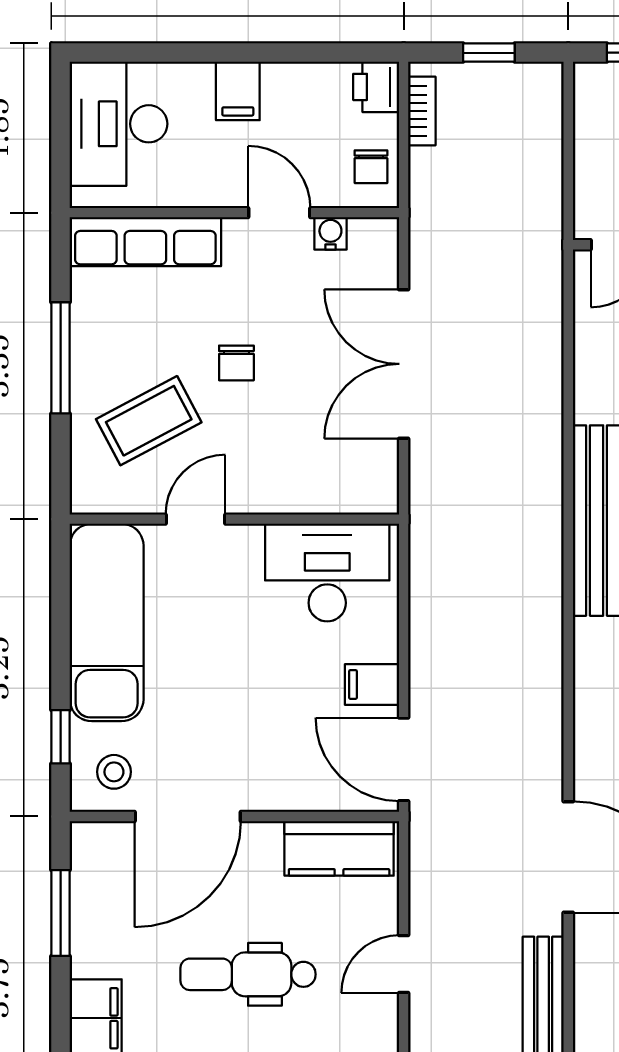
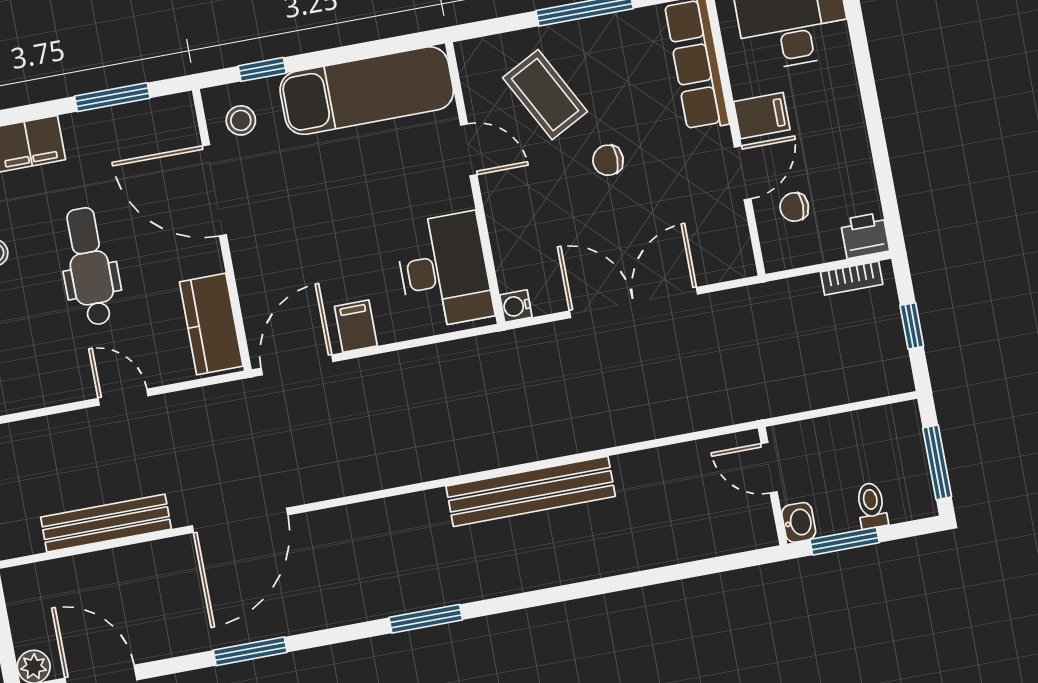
filing cabinet: (238, 91) -> (762, 116), moved, turned 180
chair: (371, 167) -> (794, 207), moved
water cooler: (330, 233) -> (516, 306), moved, turned 180

